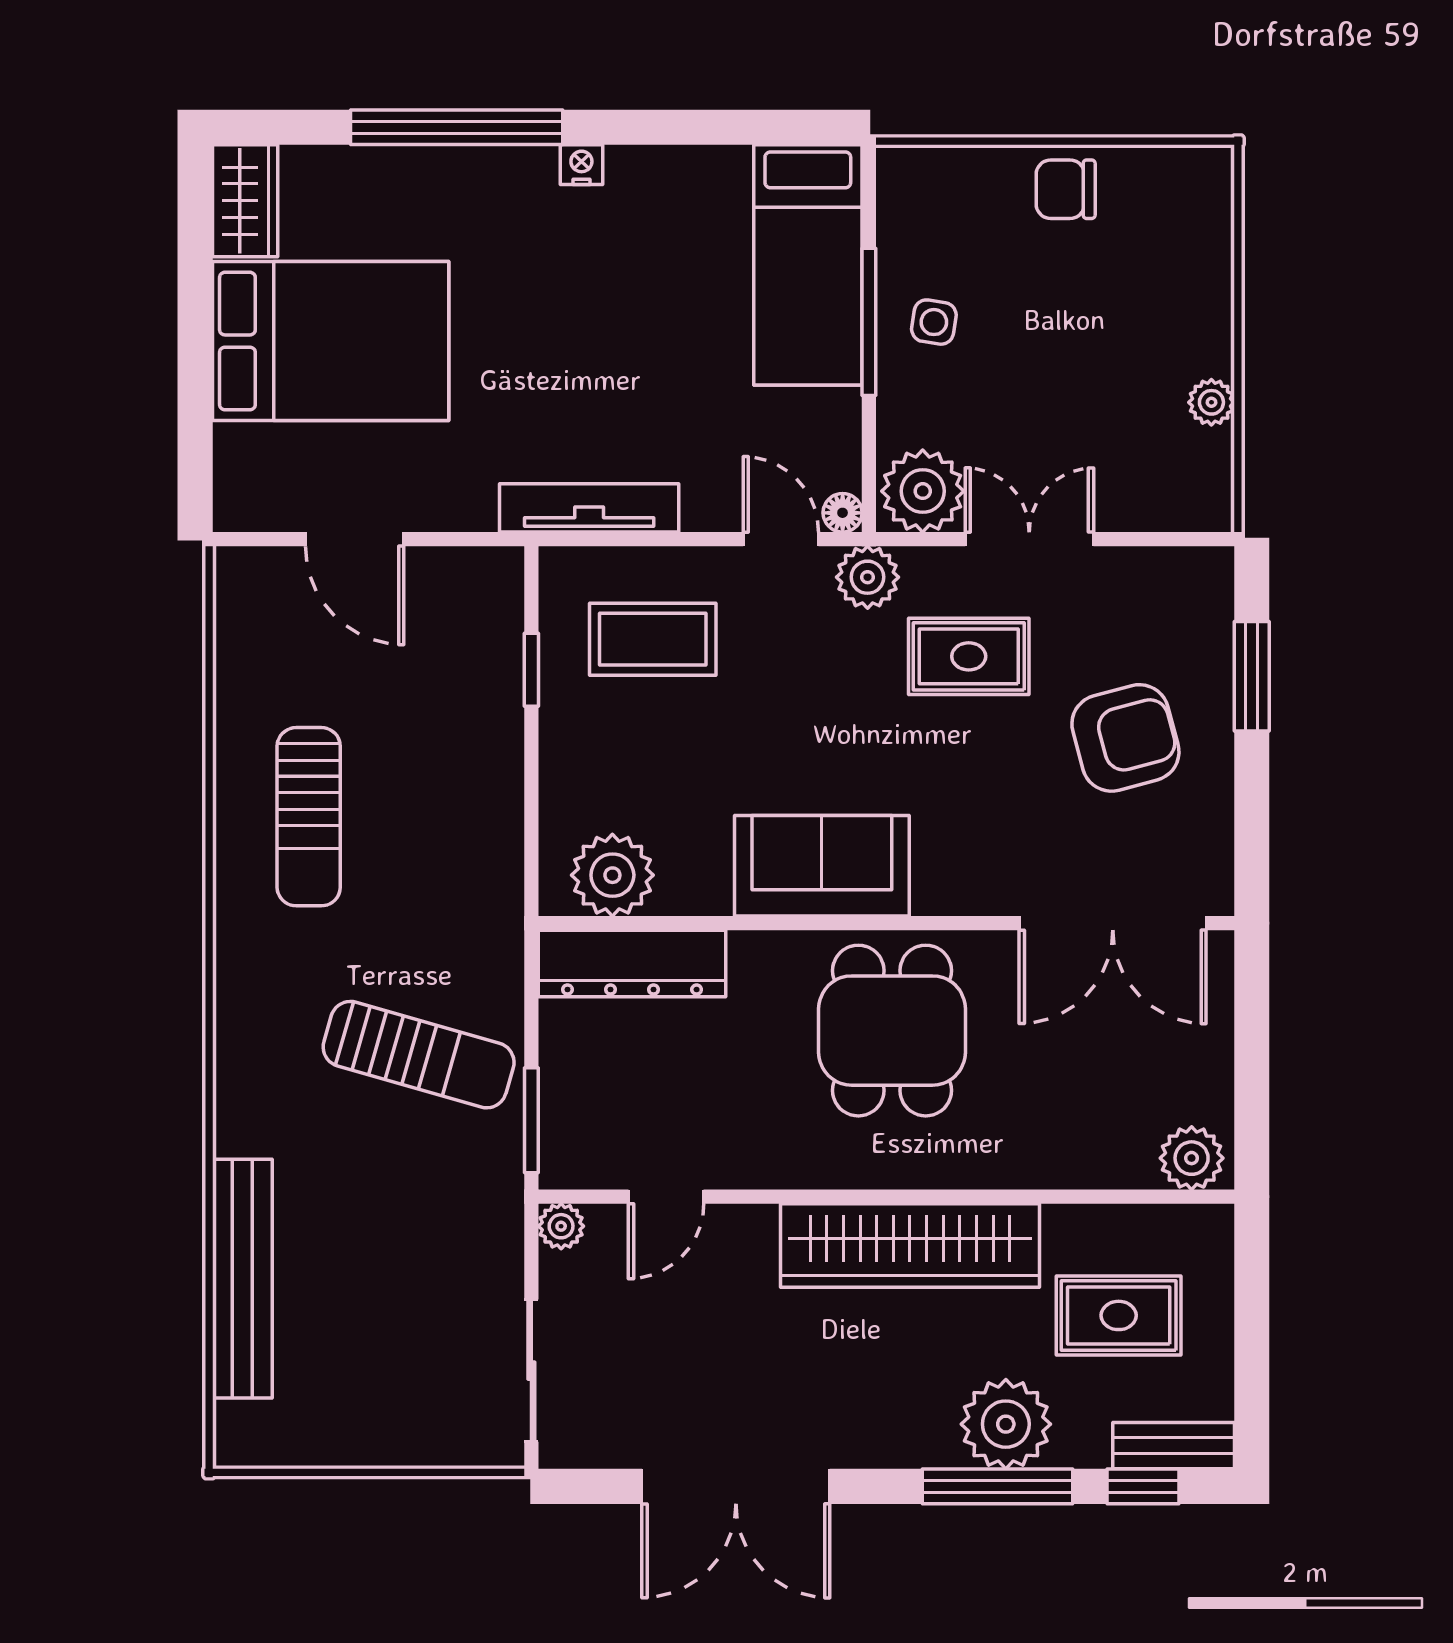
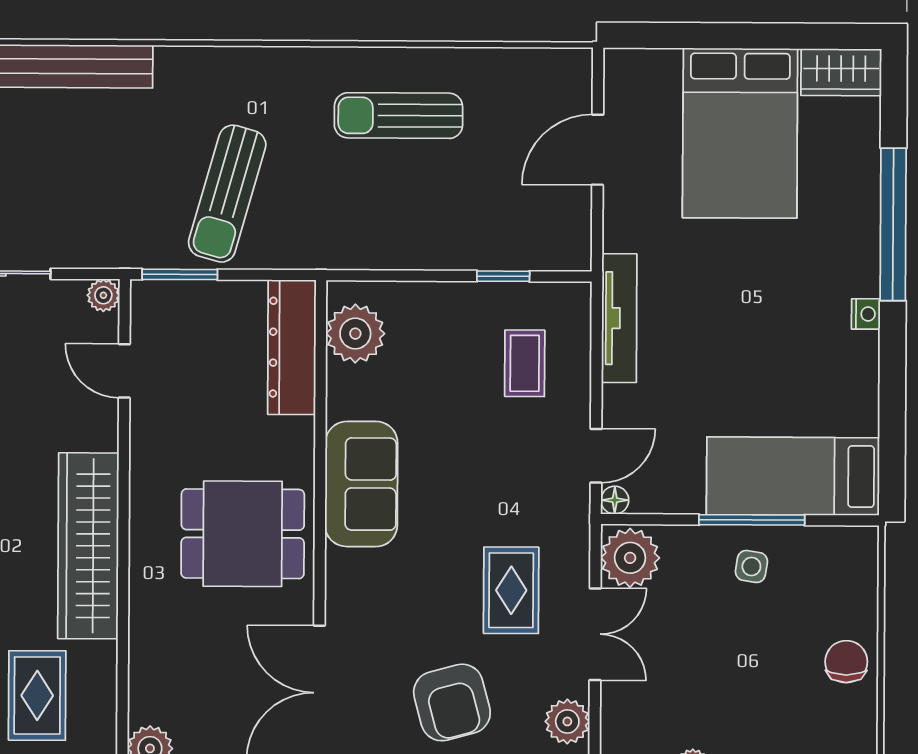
plant: (868, 577) -> (567, 721), moved
coffee table: (653, 639) -> (525, 363), width x0.73, depth x0.77

